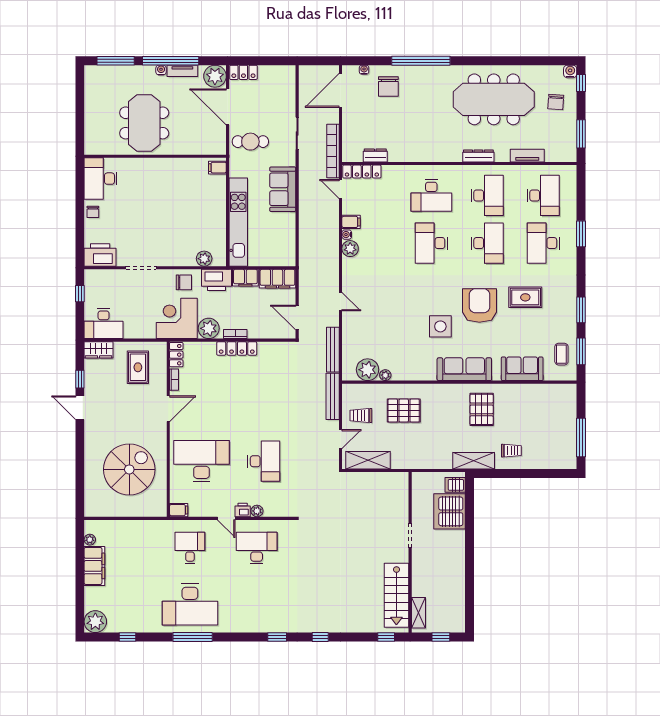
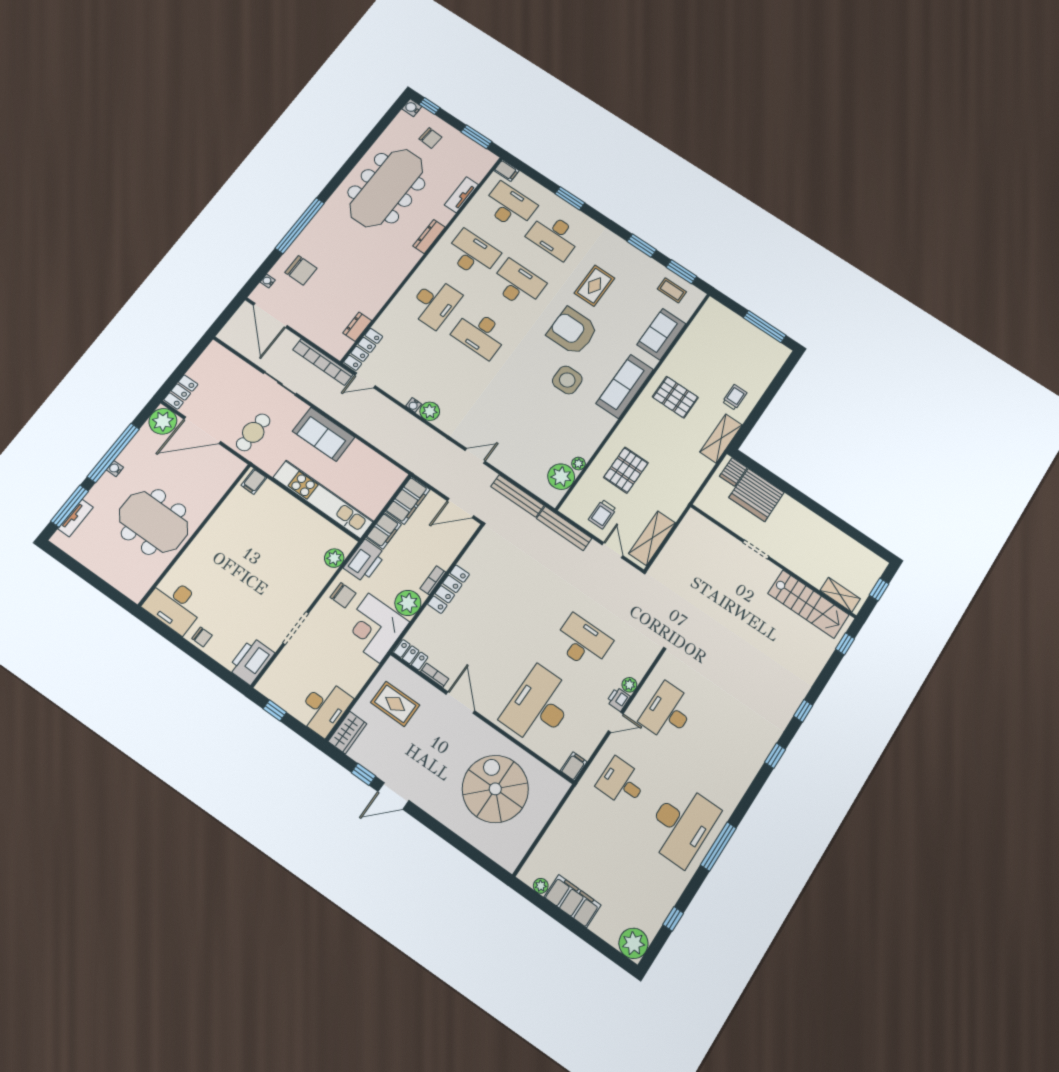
tv unit: (182, 71) -> (76, 518), moved
filing cabinet: (351, 222) -> (507, 171), moved, turned 90
chair: (184, 282) -> (343, 595), turned 90

